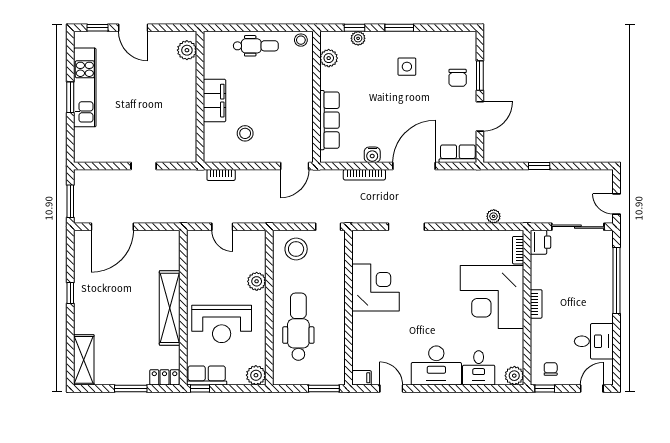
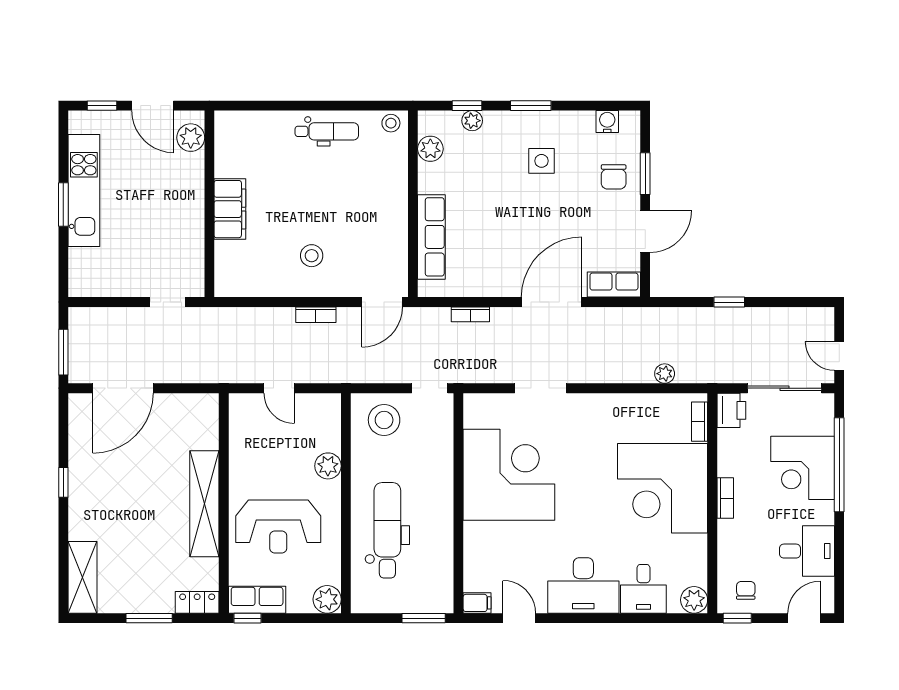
plant: (187, 50) -> (191, 138), moved
wall: (200, 97) -> (209, 204), moved
filing cabinet: (215, 101) -> (230, 209), moved
water cooler: (372, 155) -> (607, 122), moved, turned 180
bookcase: (221, 175) -> (316, 315), moved
bookcase: (364, 175) -> (470, 314), width x0.64
corner desk: (591, 283) -> (803, 468), added
corner desk: (375, 288) -> (509, 475), width x1.36, depth x1.36

